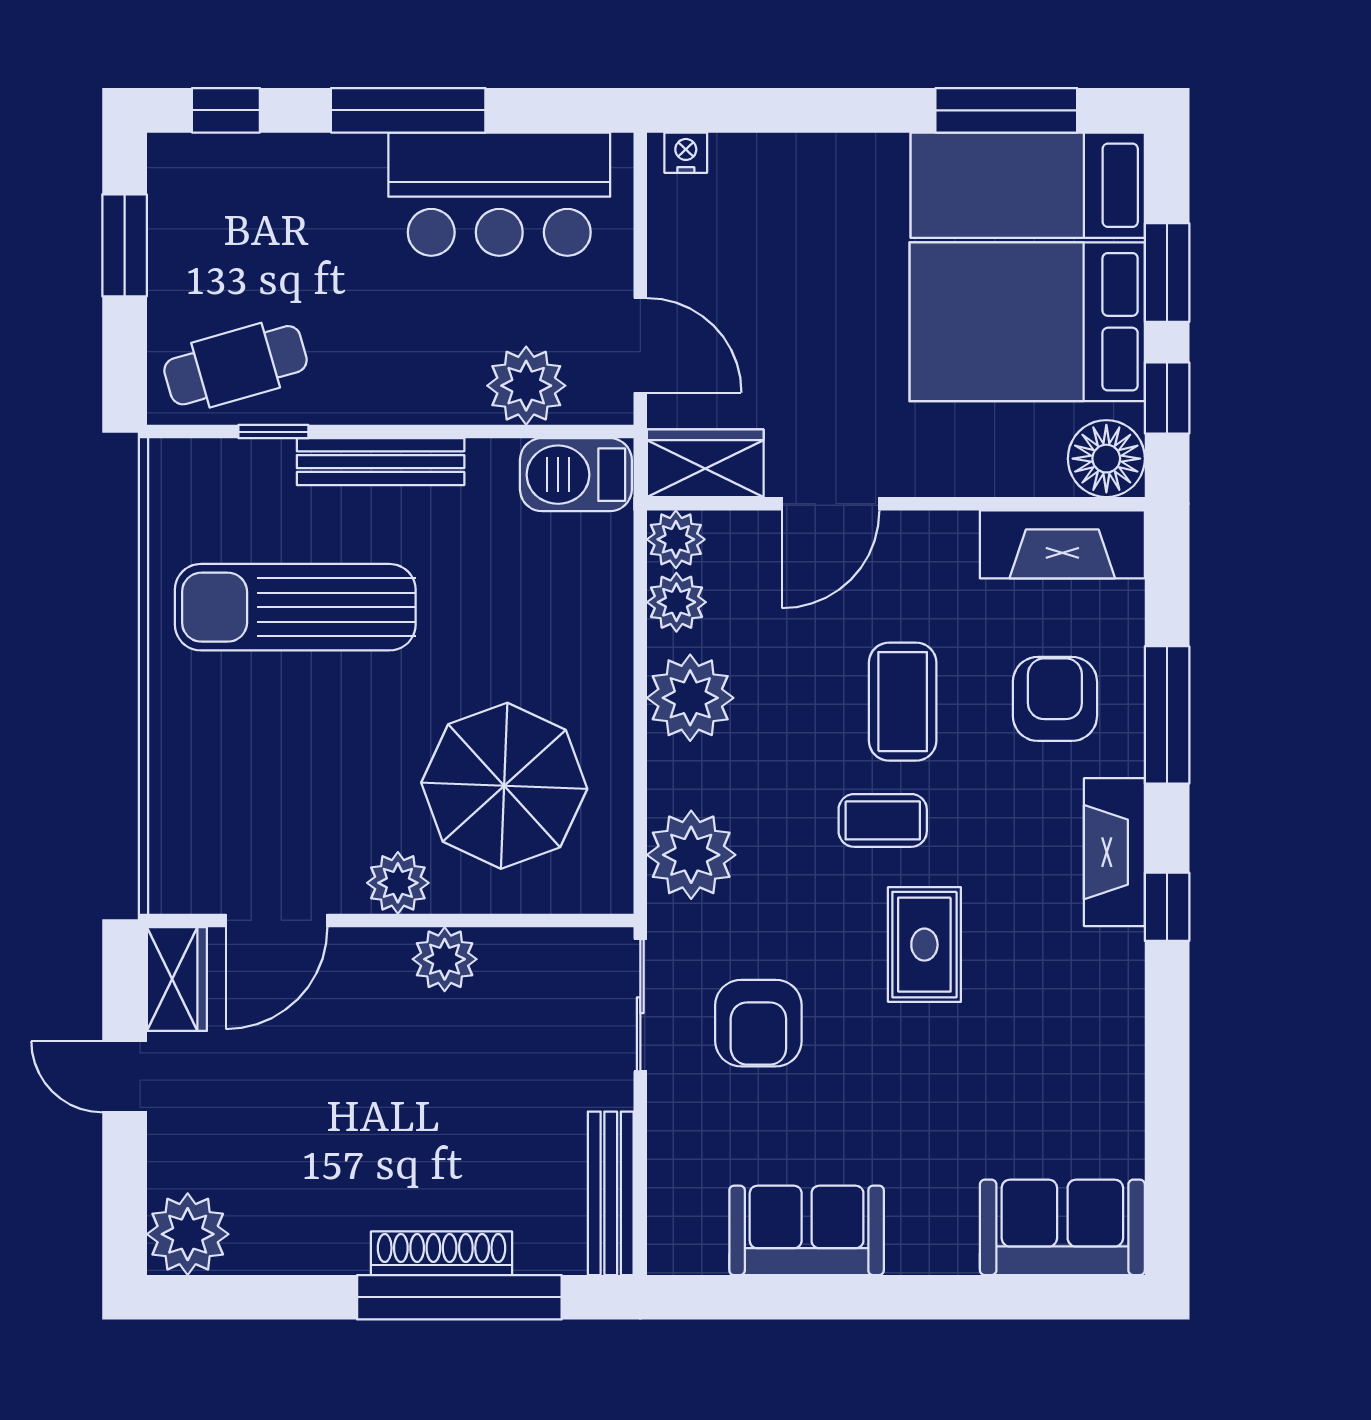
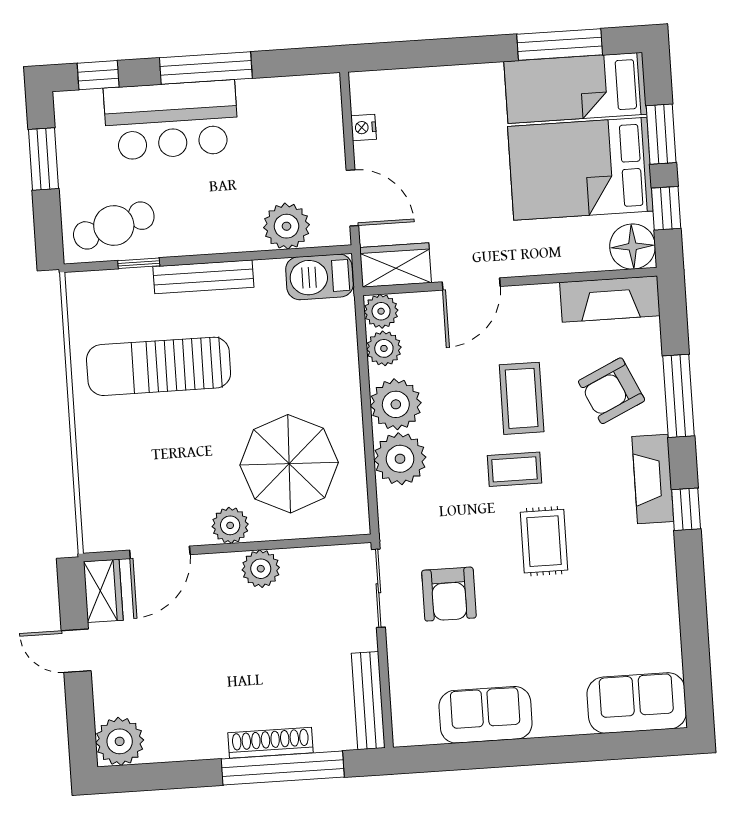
nightstand: (686, 153) -> (364, 127), moved, turned -90
bar counter: (499, 194) -> (171, 120), moved
armchair: (1055, 699) -> (612, 391), turned -115
plant: (691, 855) -> (400, 459), moved

